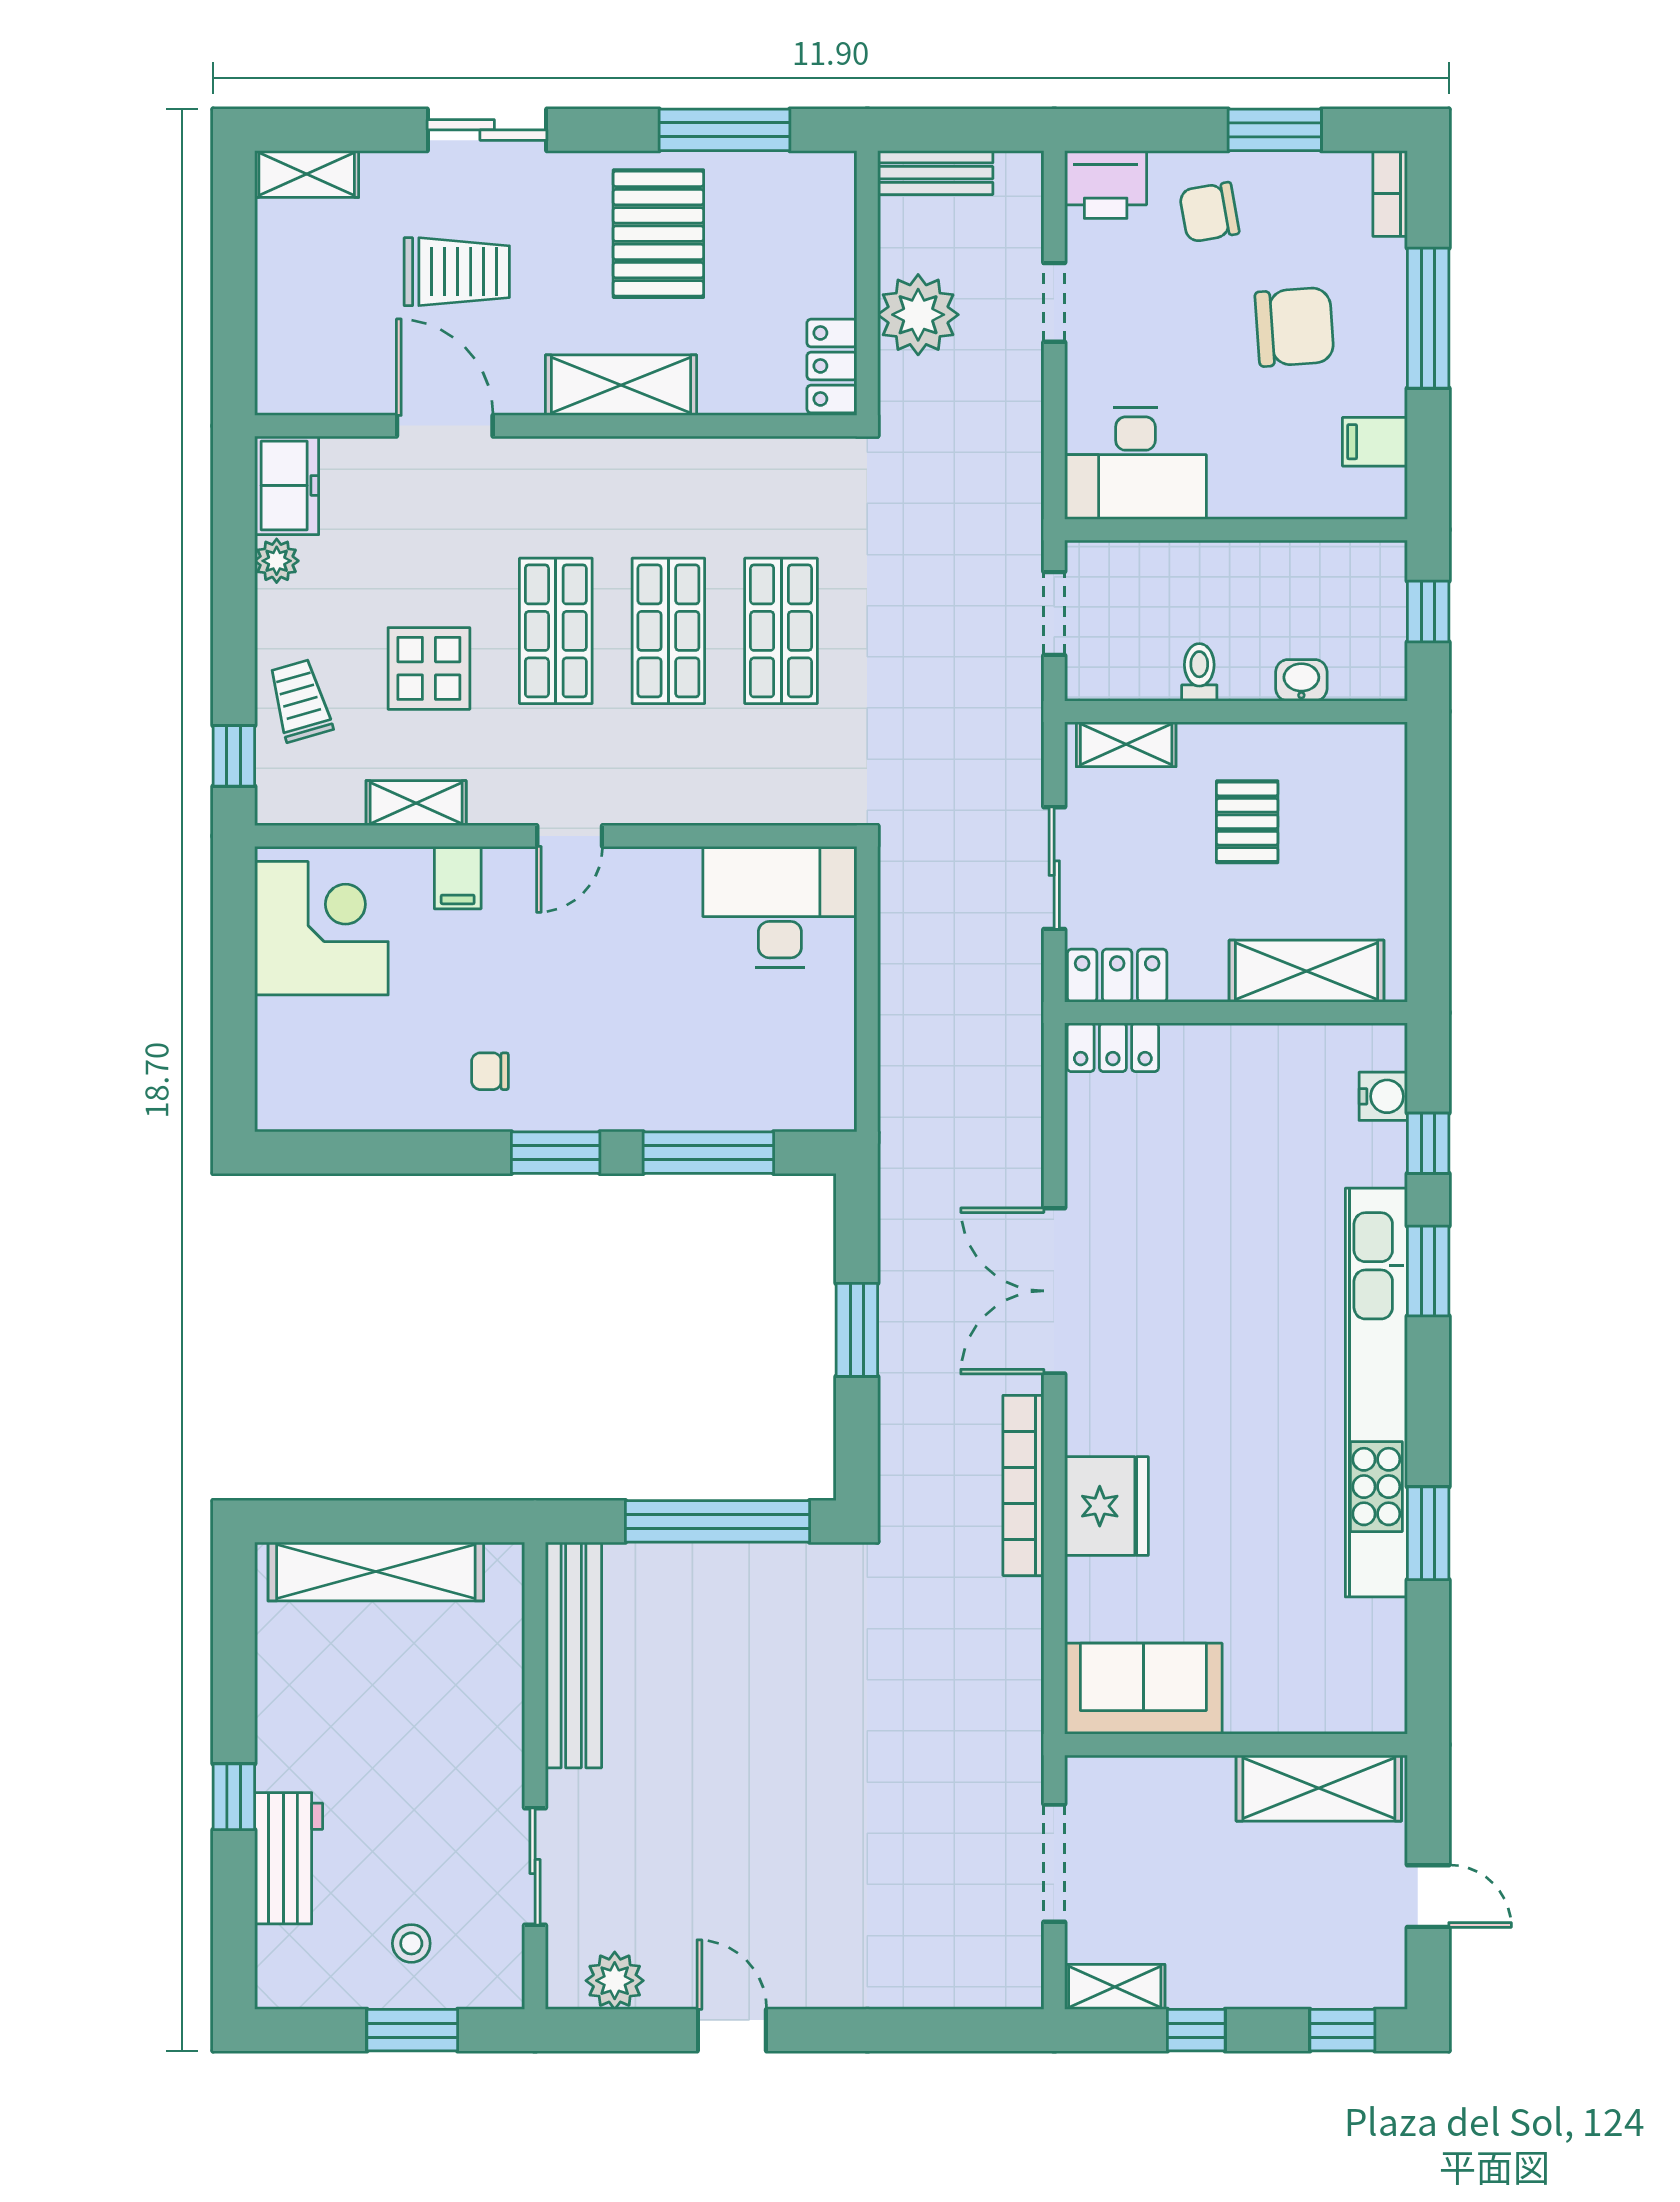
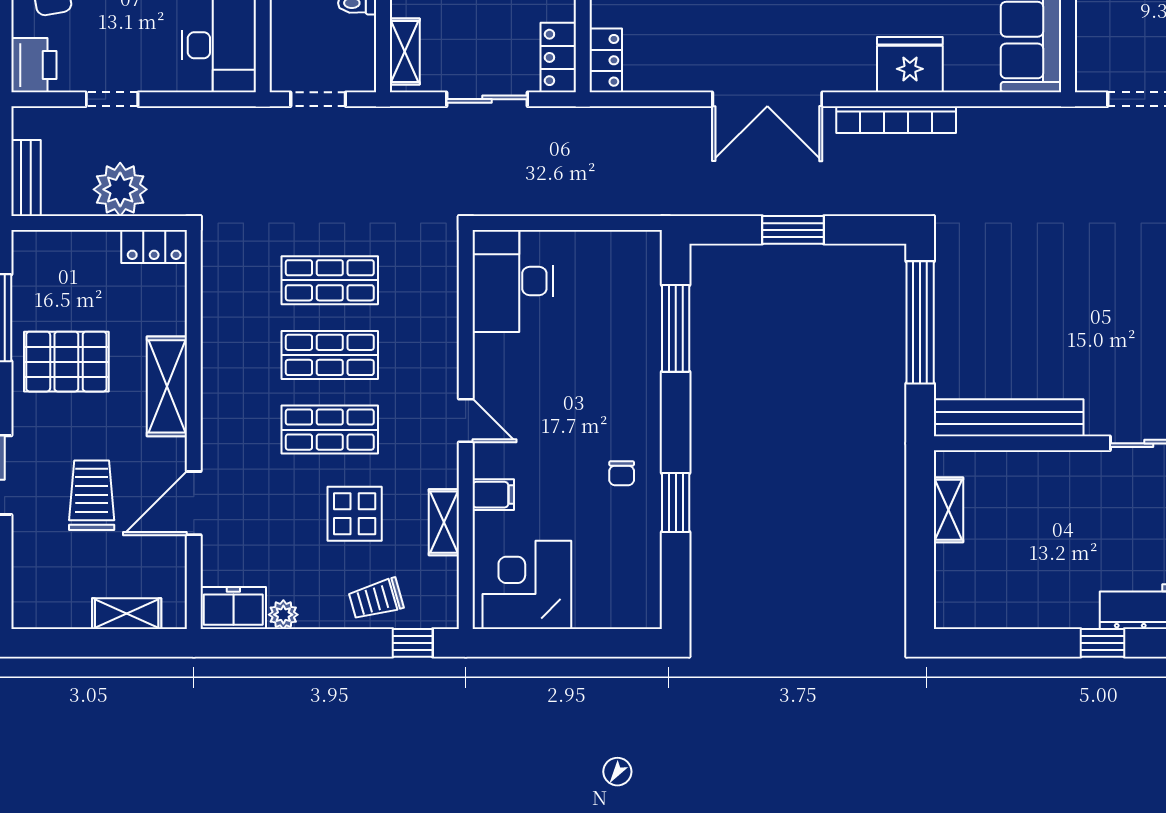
shelving: (307, 174) -> (127, 614), moved, turned 90
window: (556, 1153) -> (676, 502), moved
shelving: (376, 1572) -> (948, 510), width x0.45, depth x0.75

